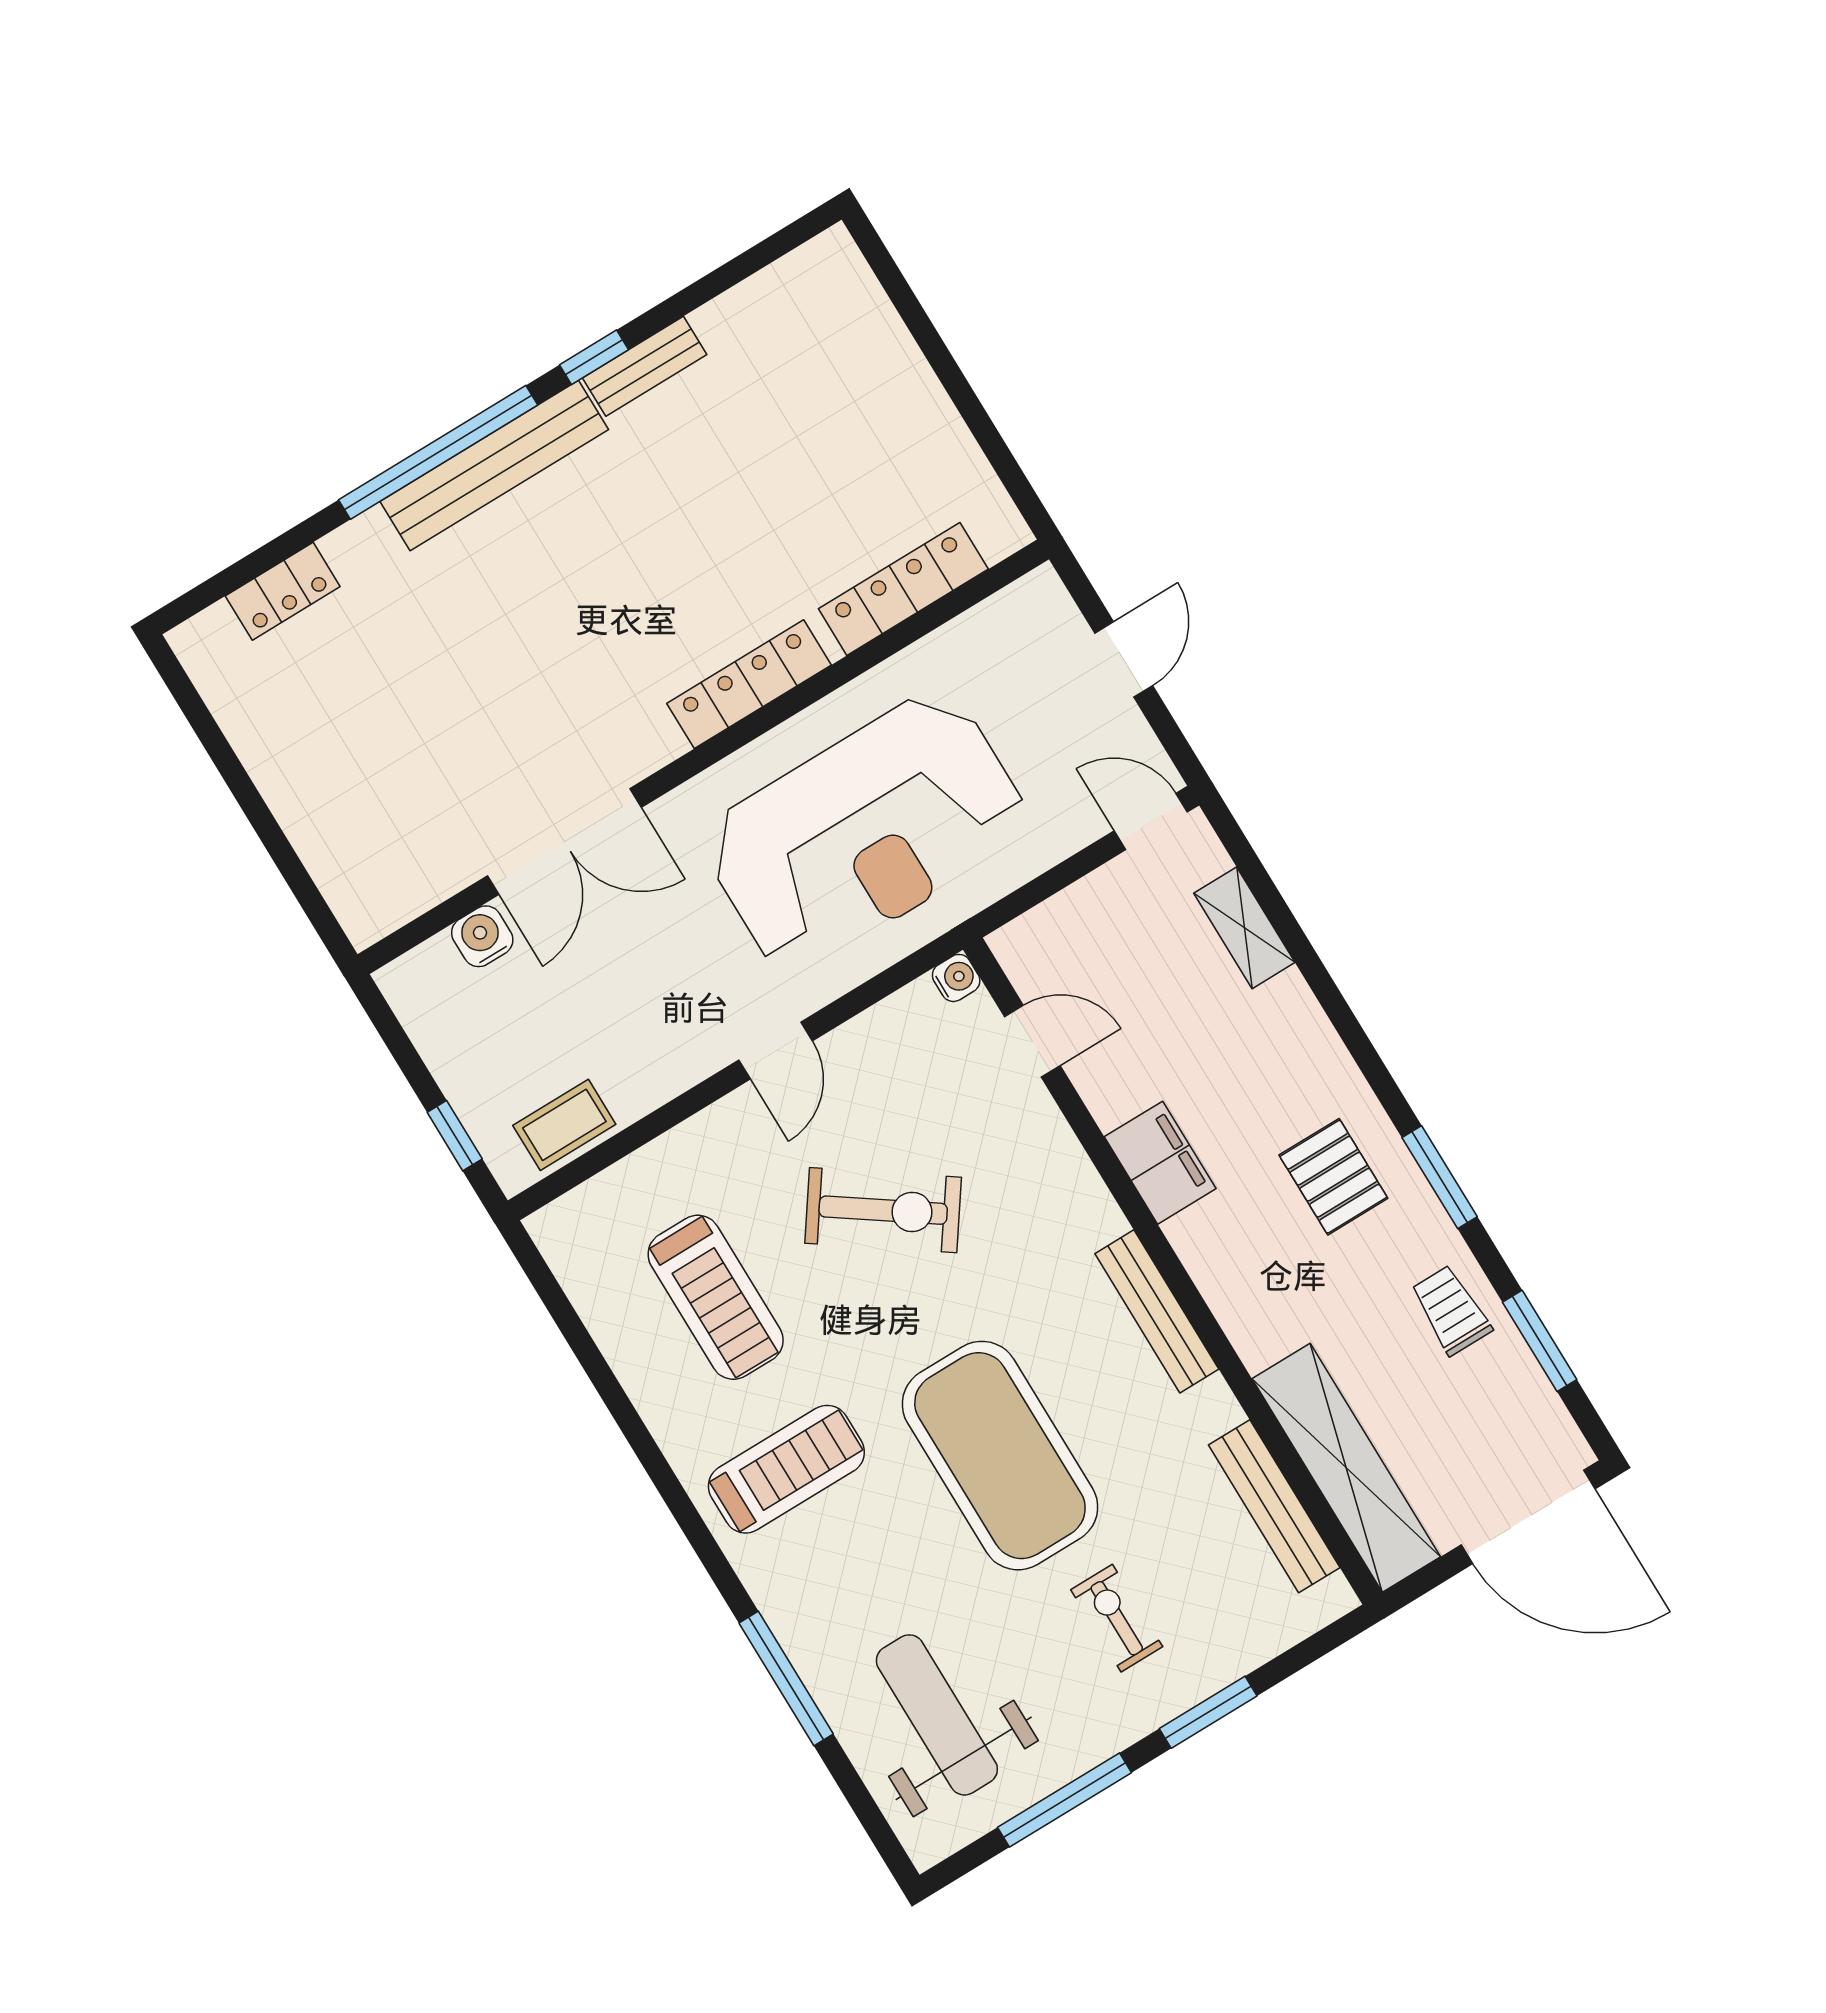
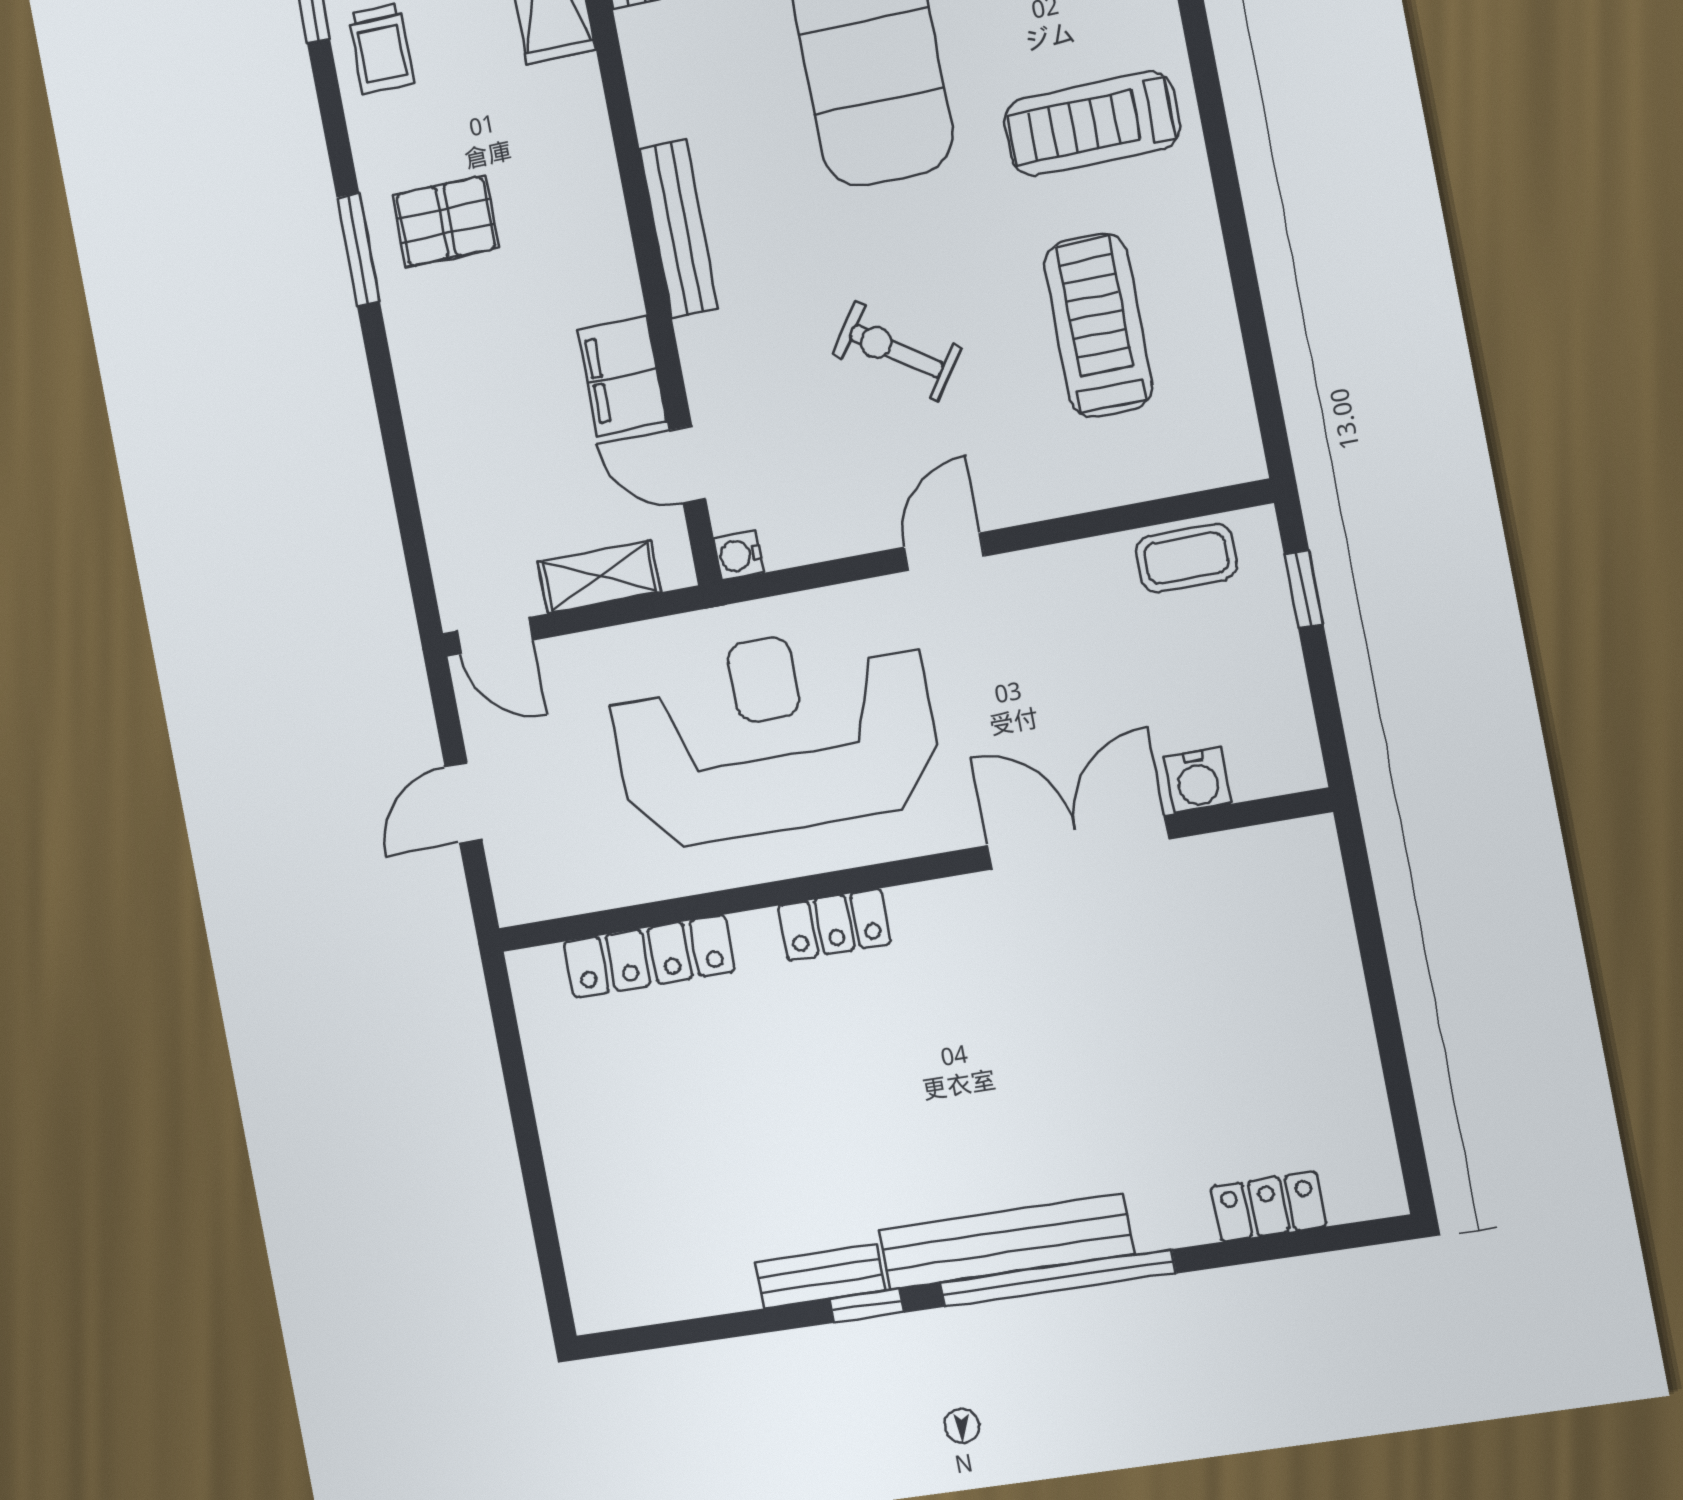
locker: (749, 684) -> (834, 925), width x0.66
shelving: (1244, 928) -> (599, 577), moved, turned 90
filing cabinet: (1160, 1163) -> (622, 376), moved
pallet: (1333, 1177) -> (446, 221), turned 90
window: (1440, 1177) -> (358, 250), moved
exercise bike: (883, 1210) -> (896, 351), width x0.73, depth x0.72
bench: (1157, 1311) -> (679, 229), moved

